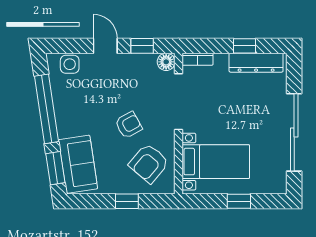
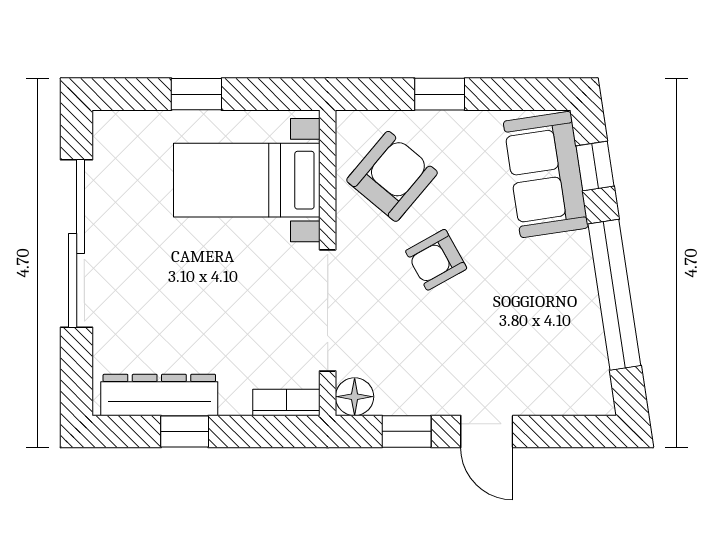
side table: (70, 64) -> (564, 392), removed
window: (55, 168) -> (595, 166), width x0.67

